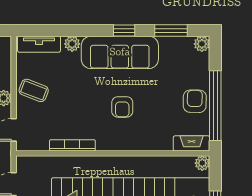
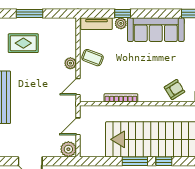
window: (124, 30) -> (123, 14), moved
armchair: (122, 107) -> (174, 90), moved, turned -122

